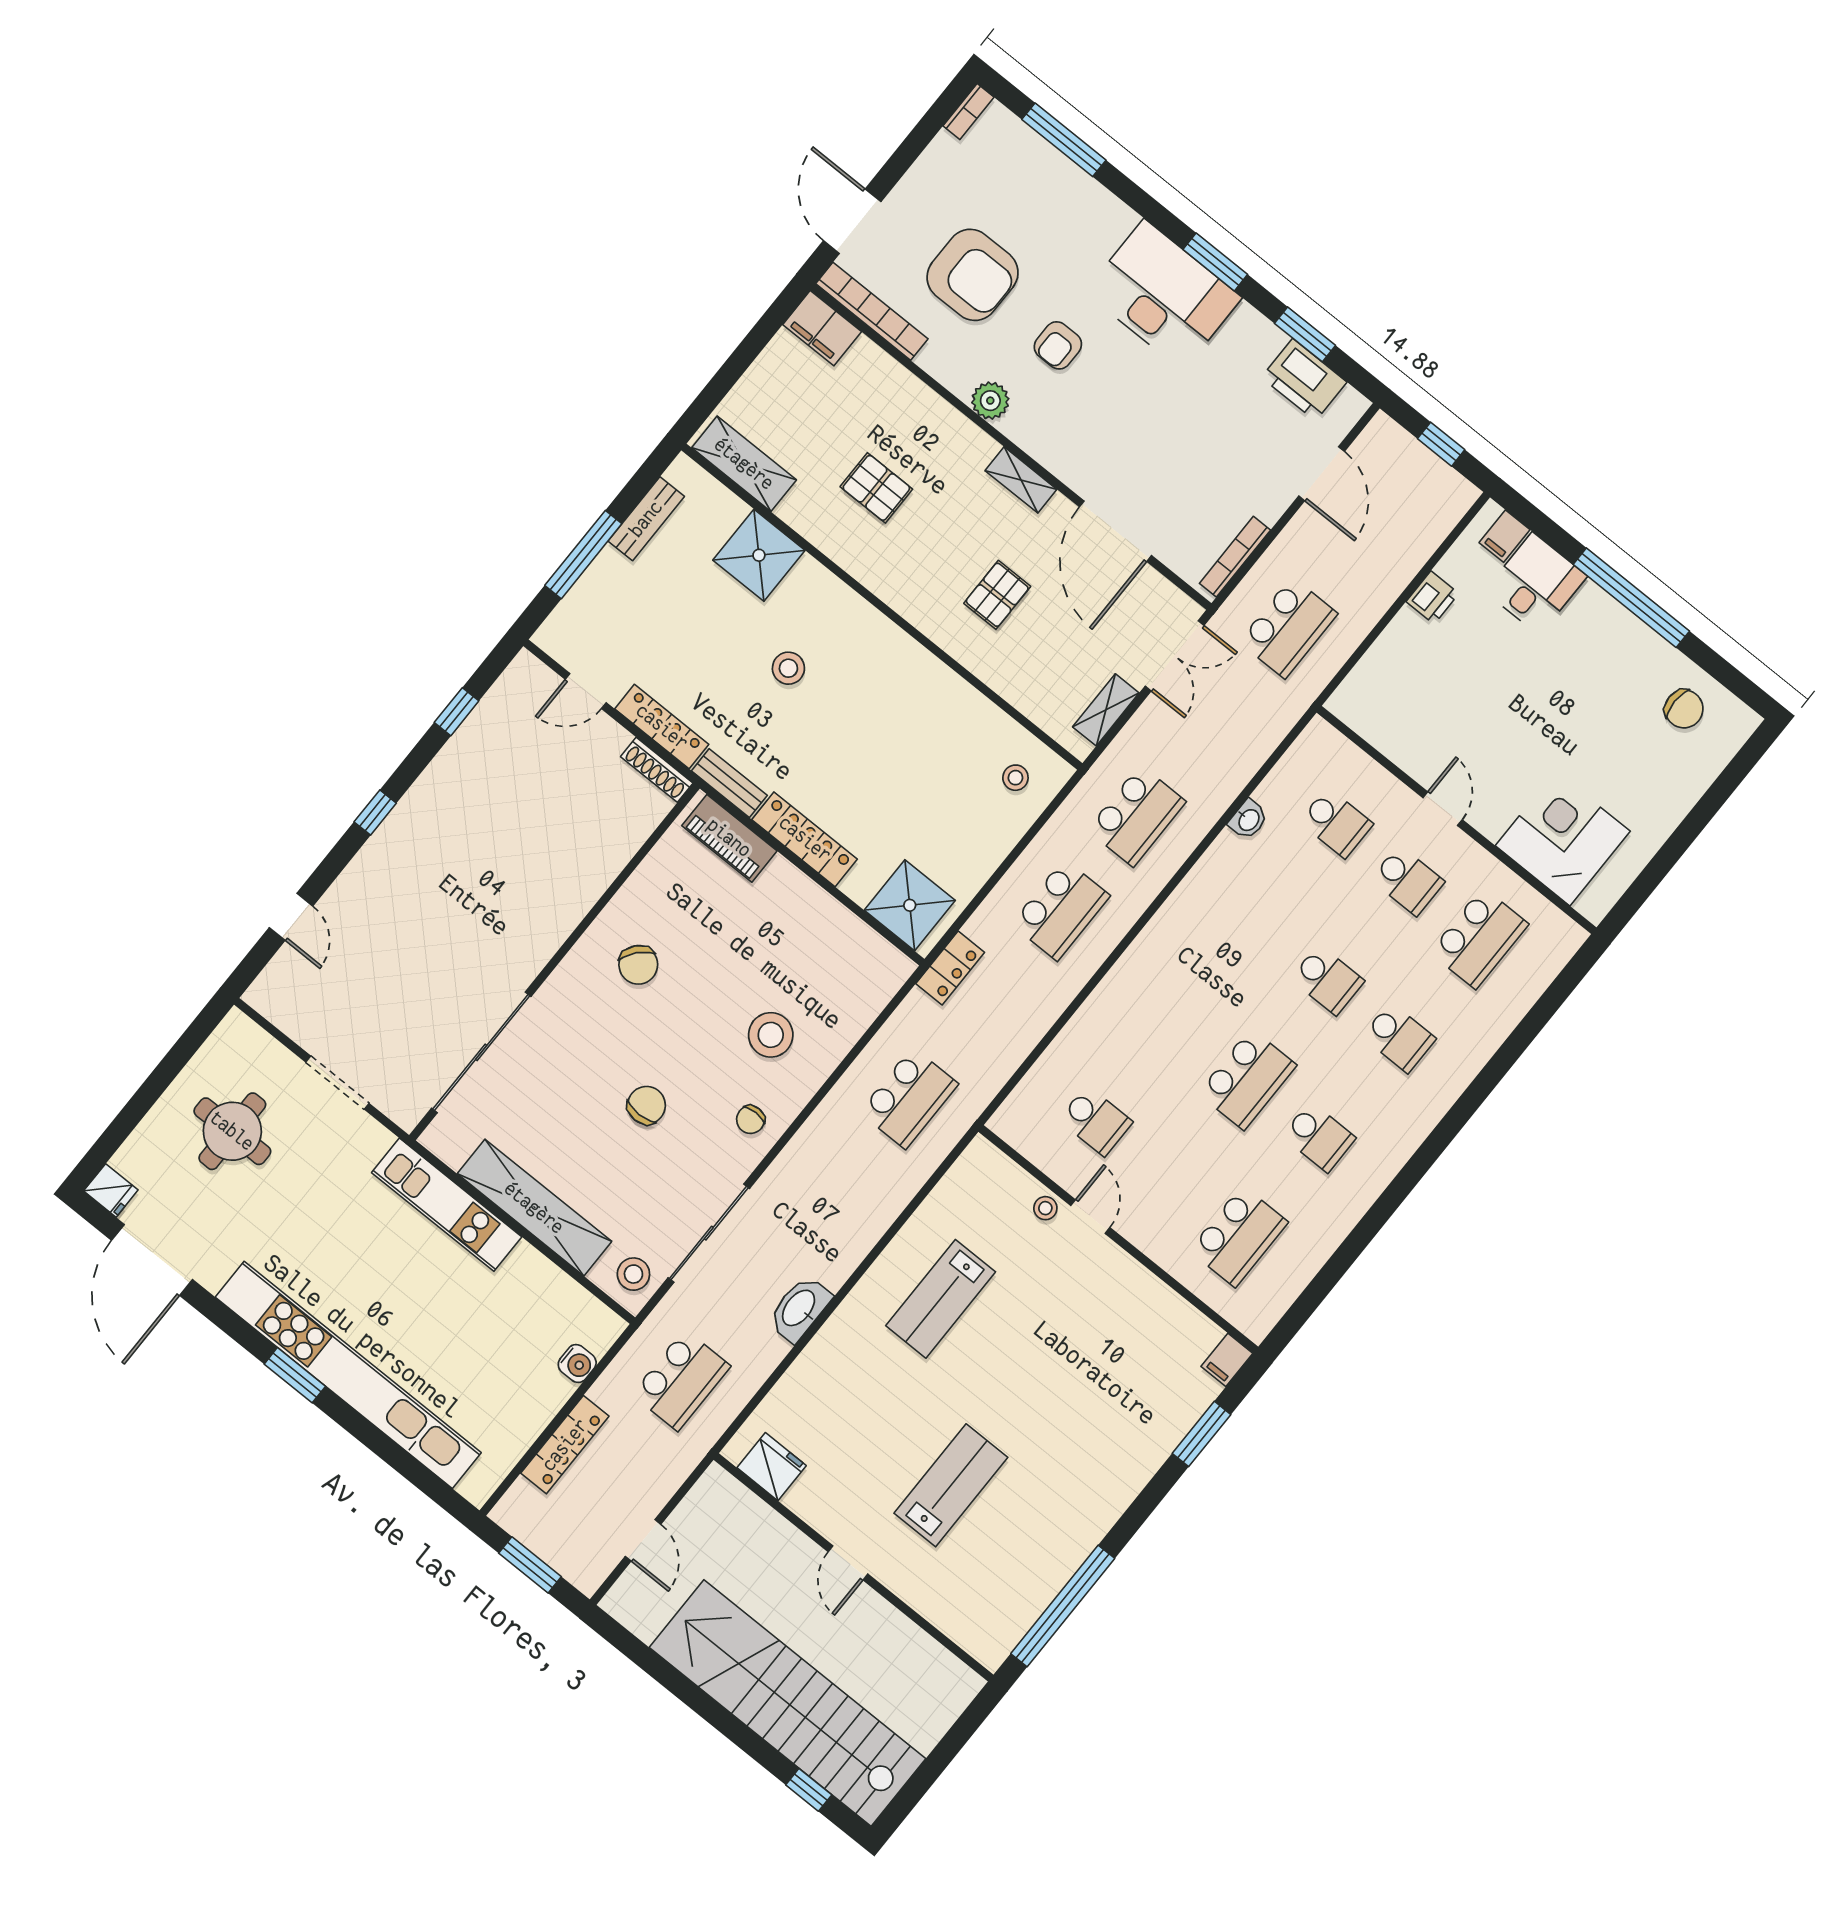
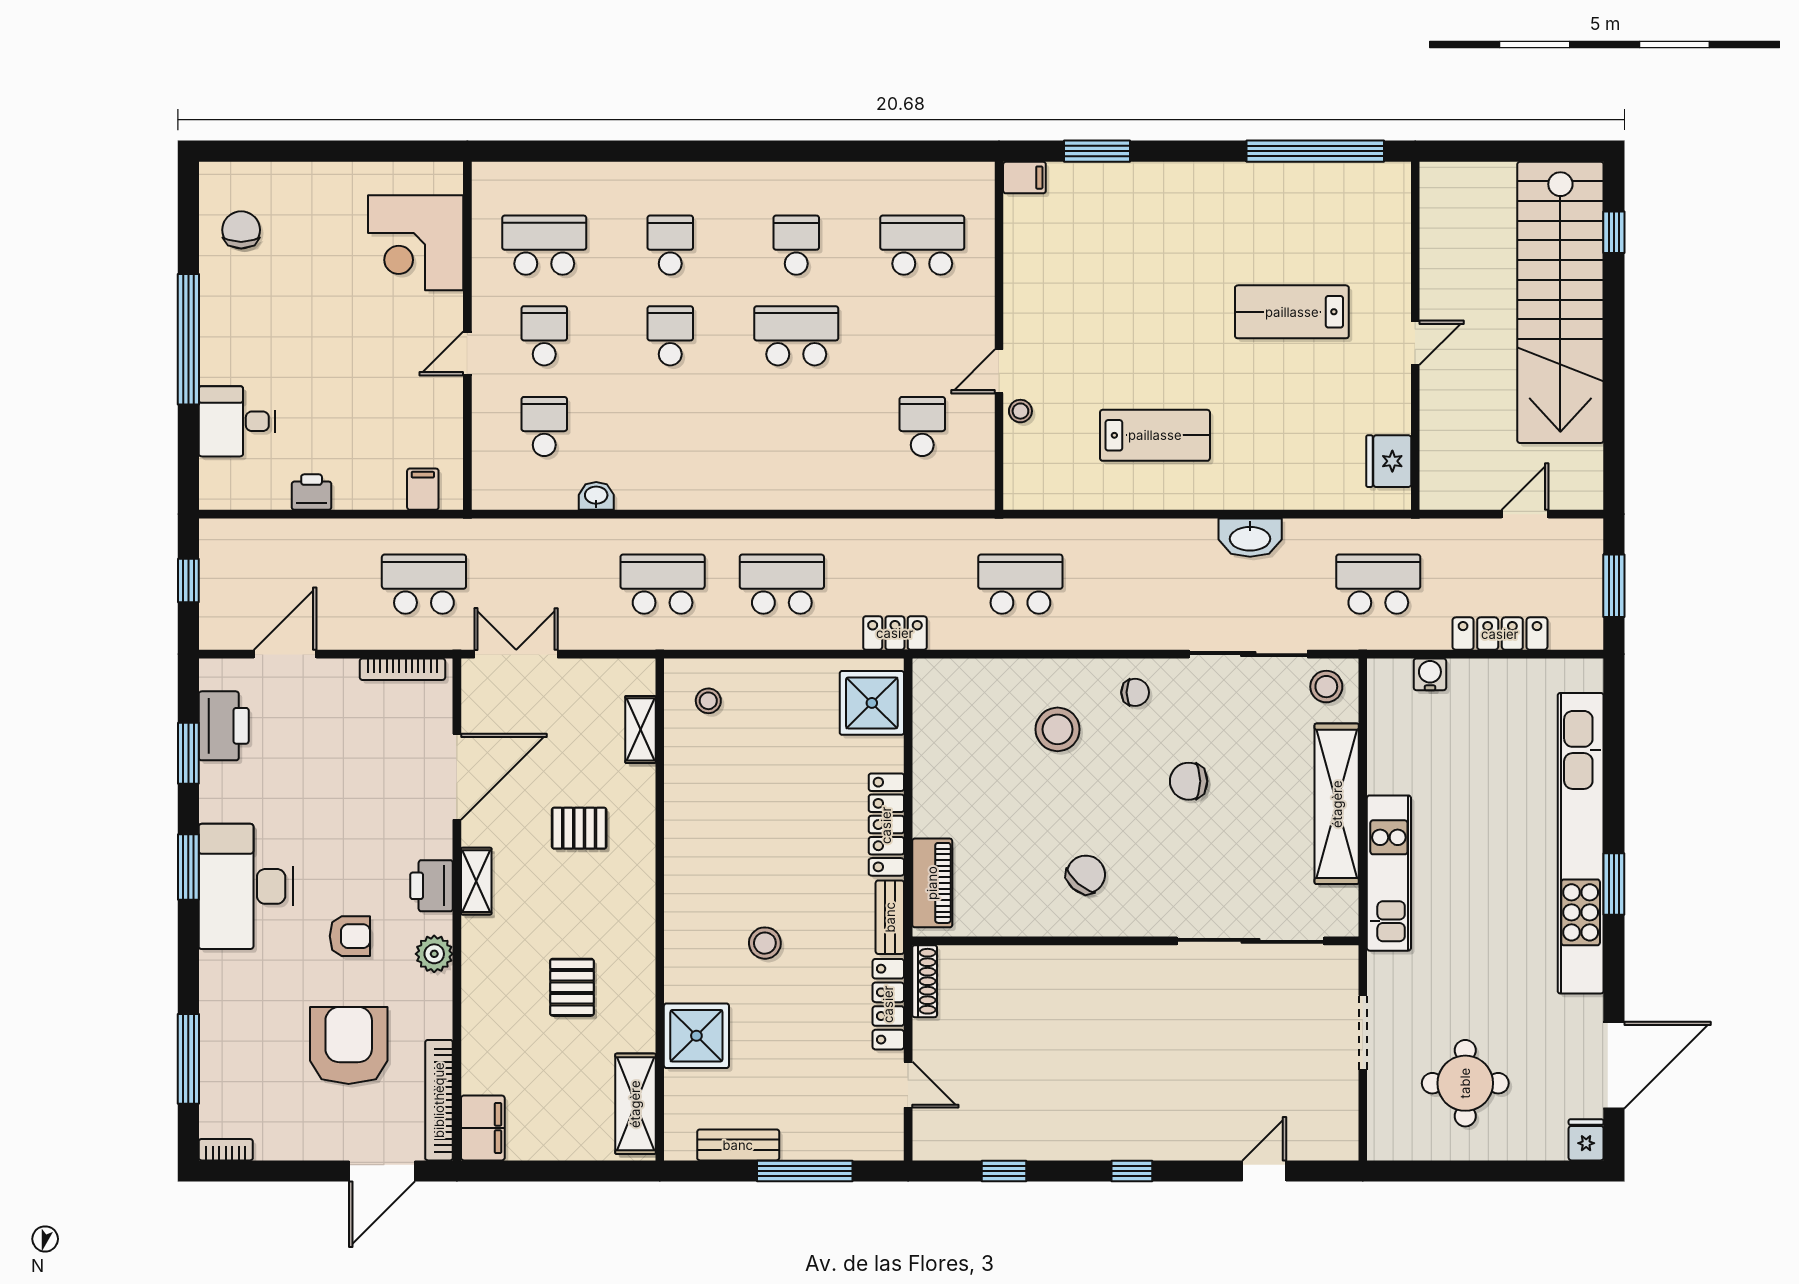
printer: (1046, 442) -> (431, 886), added
filing cabinet: (1504, 536) -> (423, 489), moved, turned -90
shelving: (1106, 710) -> (640, 729), moved, turned 90

